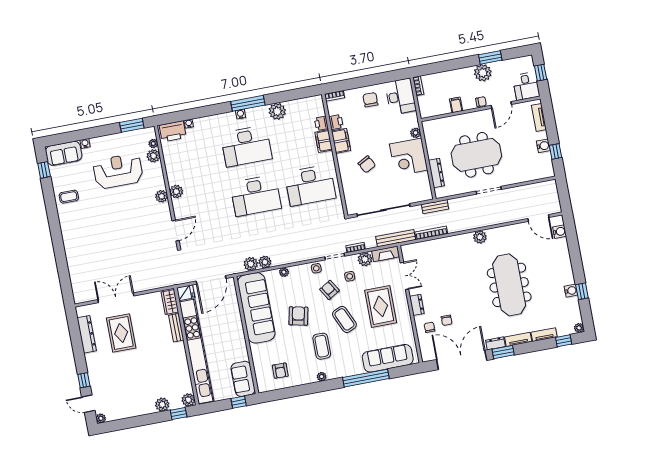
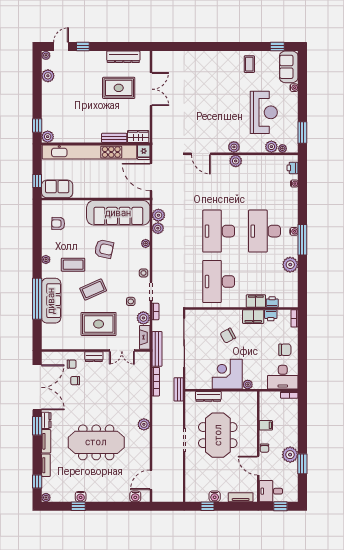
printer: (173, 131) -> (293, 168), width x0.53, depth x0.68
armchair: (329, 290) -> (122, 281), removed
sofa: (388, 358) -> (51, 301), moved
plant: (162, 405) -> (48, 76), moved

